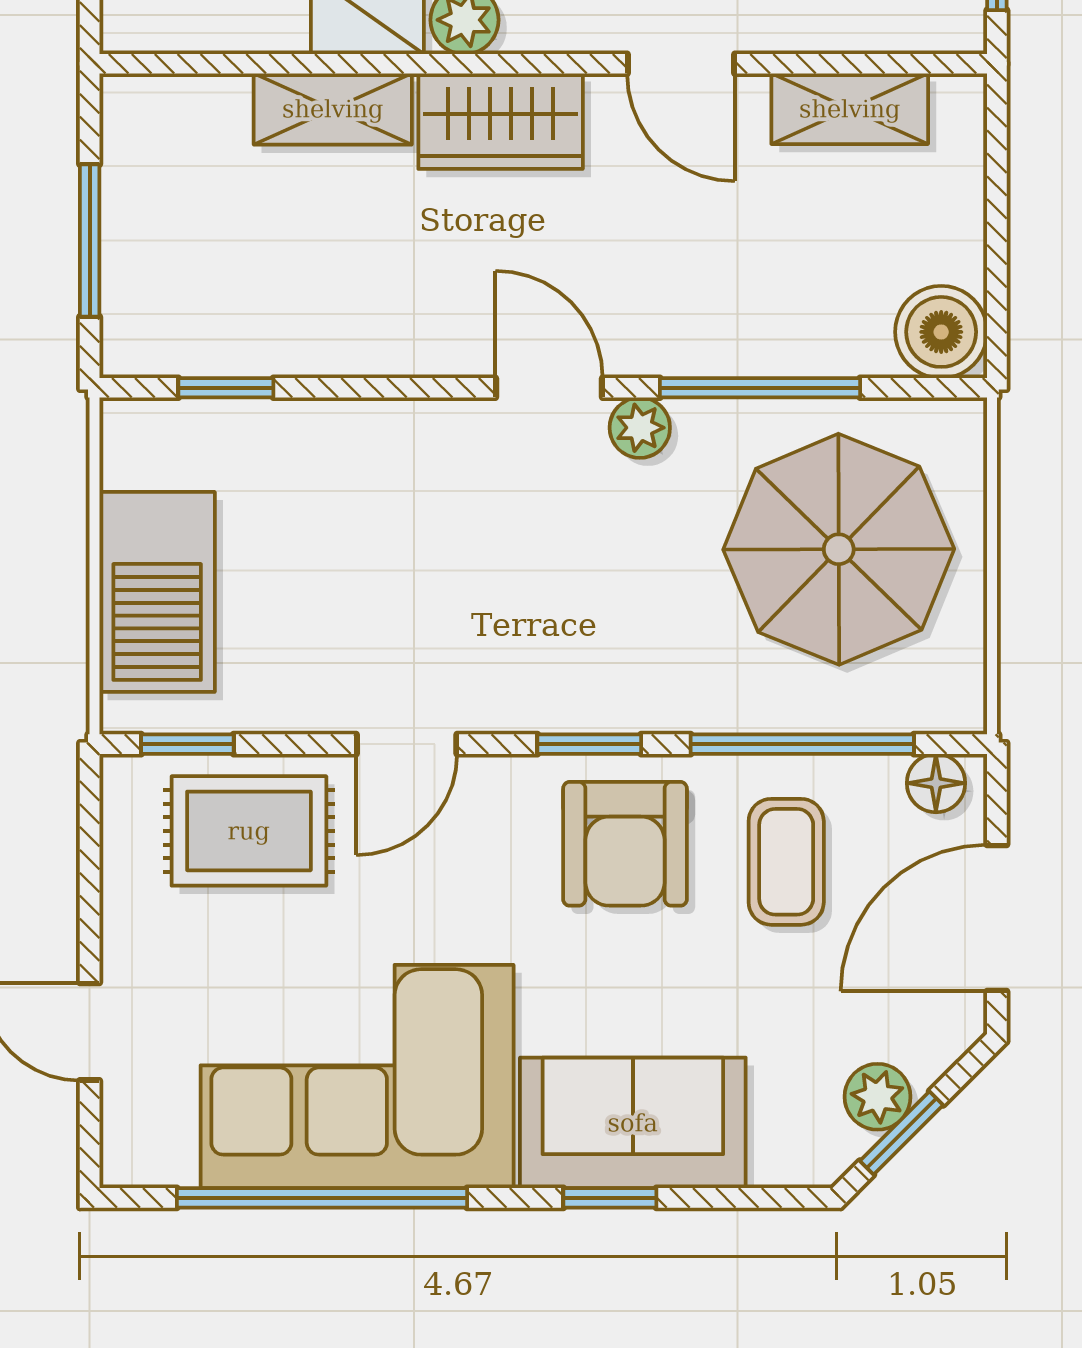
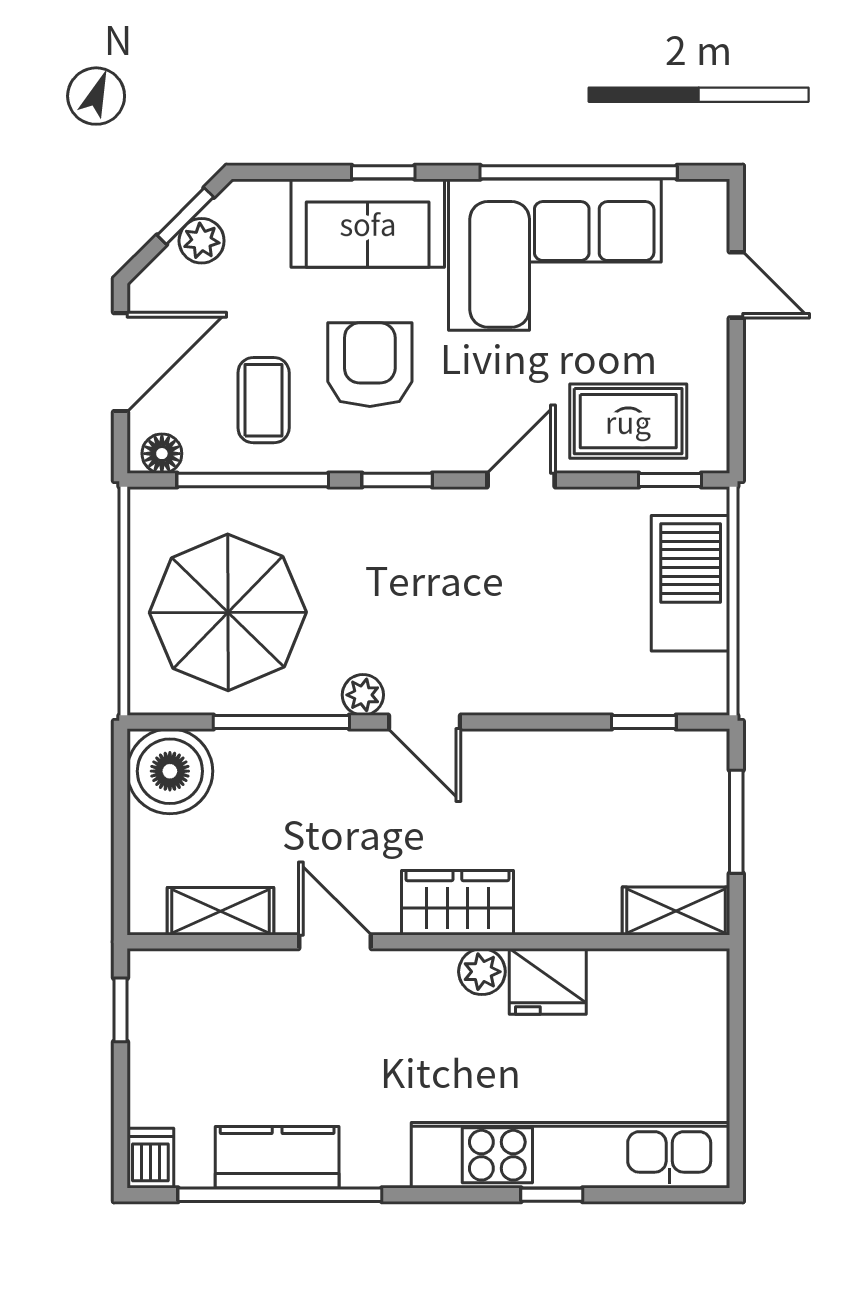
shelving: (333, 109) -> (676, 911), moved
boiler: (941, 332) -> (170, 771), width x1.37, depth x1.37
armchair: (625, 844) -> (370, 365), moved

